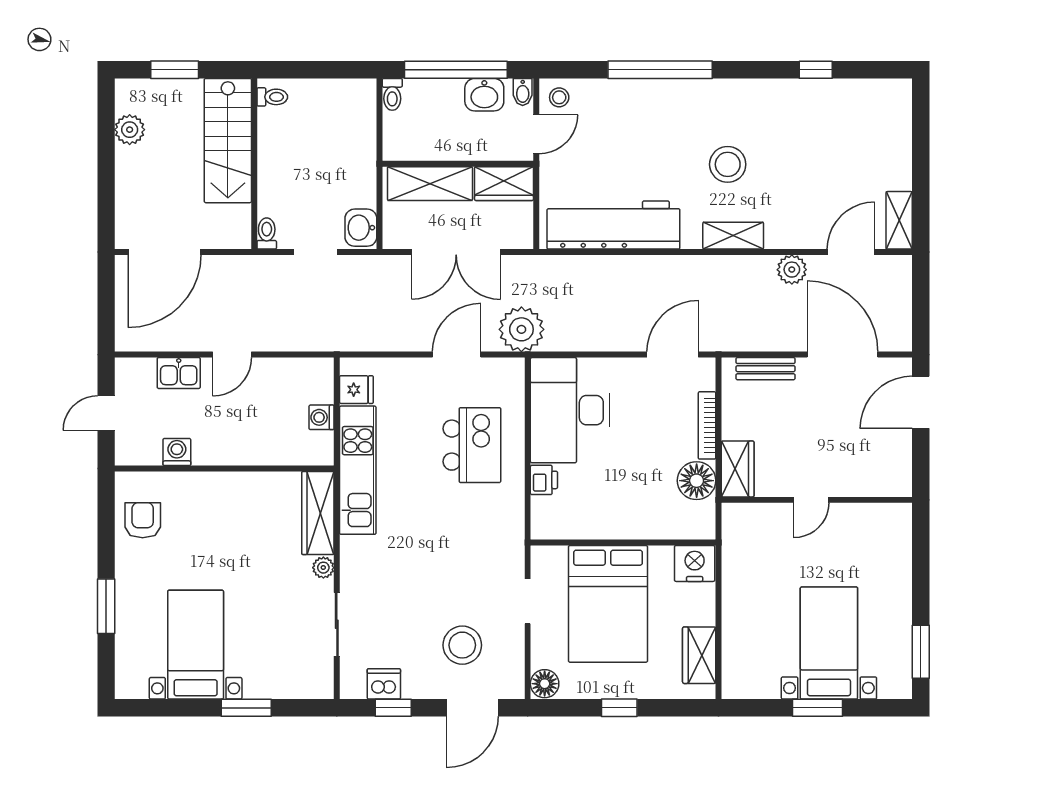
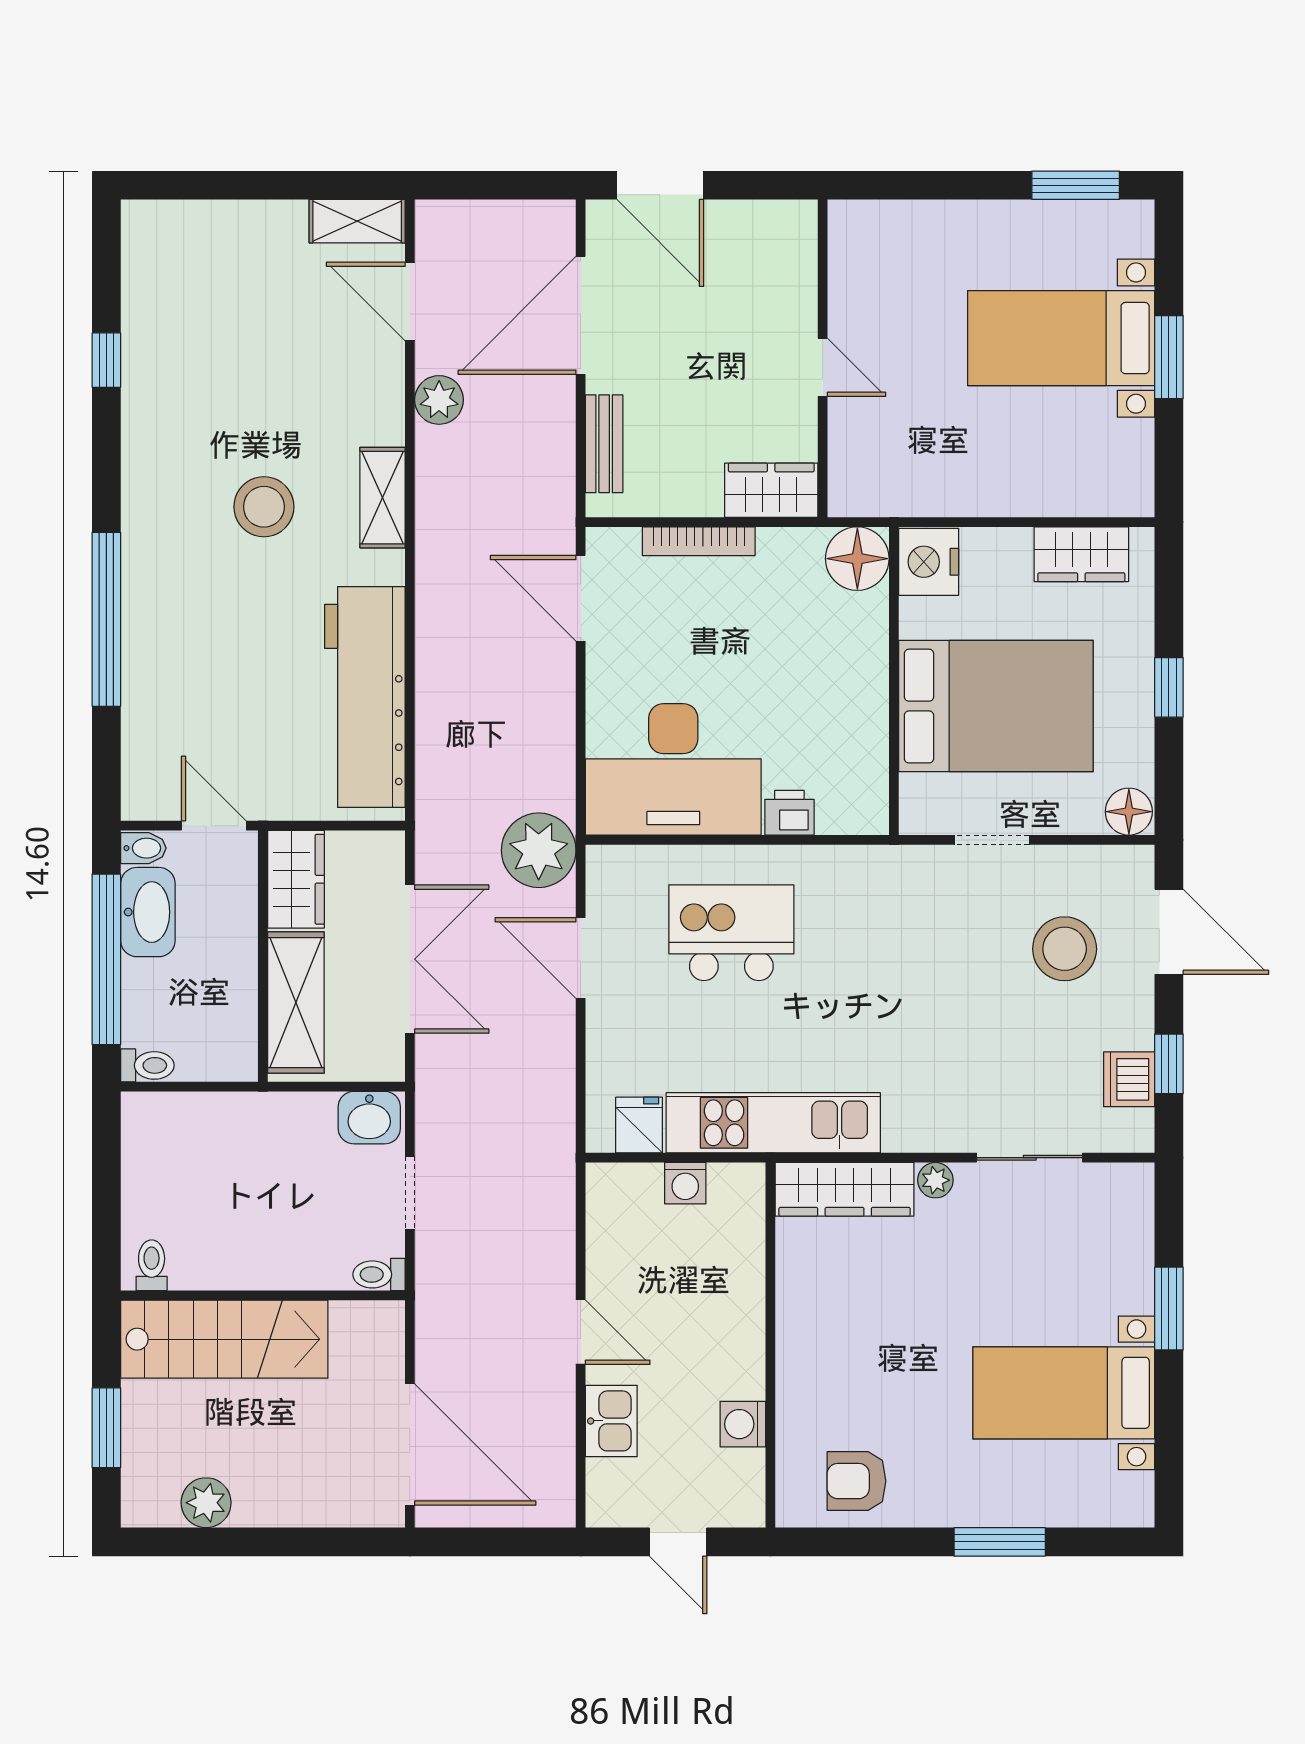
washbasin: (484, 95) -> (148, 912), width x1.38
stool: (559, 97) -> (152, 787), removed
floor lamp: (697, 481) -> (857, 559), moved

